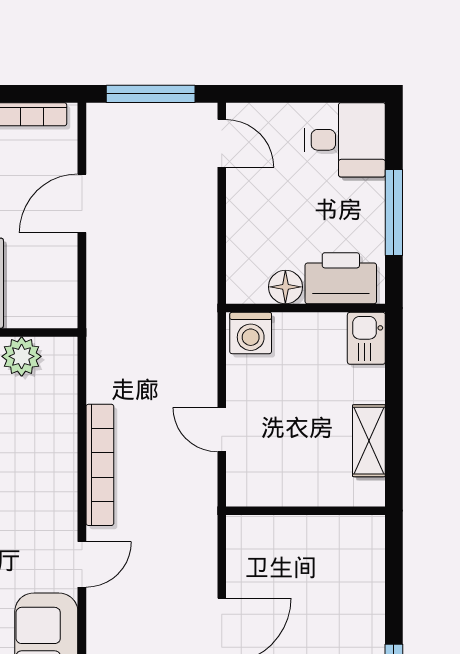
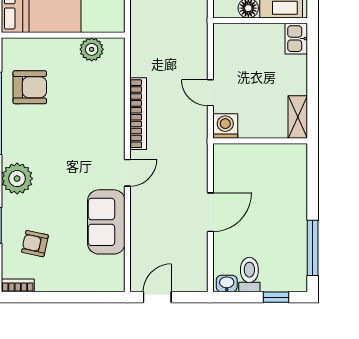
washing machine: (251, 333) -> (225, 126), moved, turned 180
shelving: (369, 441) -> (298, 117), moved

